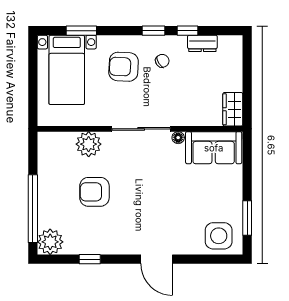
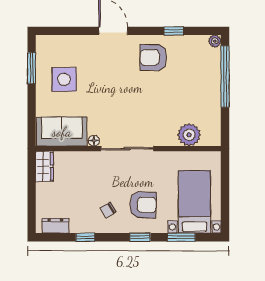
window: (154, 31) -> (140, 237), moved
dresser: (202, 43) -> (55, 226), moved
plant: (89, 144) -> (189, 135), moved
armchair: (94, 192) -> (153, 58), moved, turned 180
side table: (219, 236) -> (64, 79), moved
plant: (50, 242) -> (215, 41), width x0.53, depth x0.53

